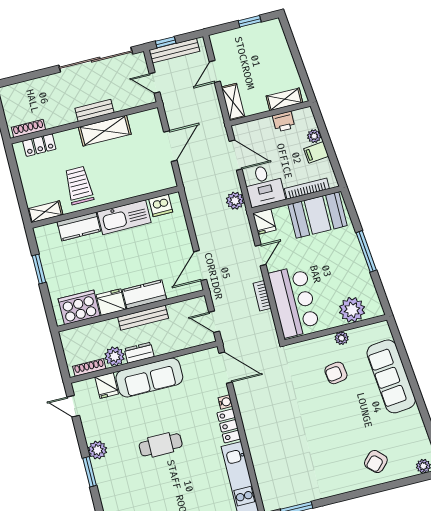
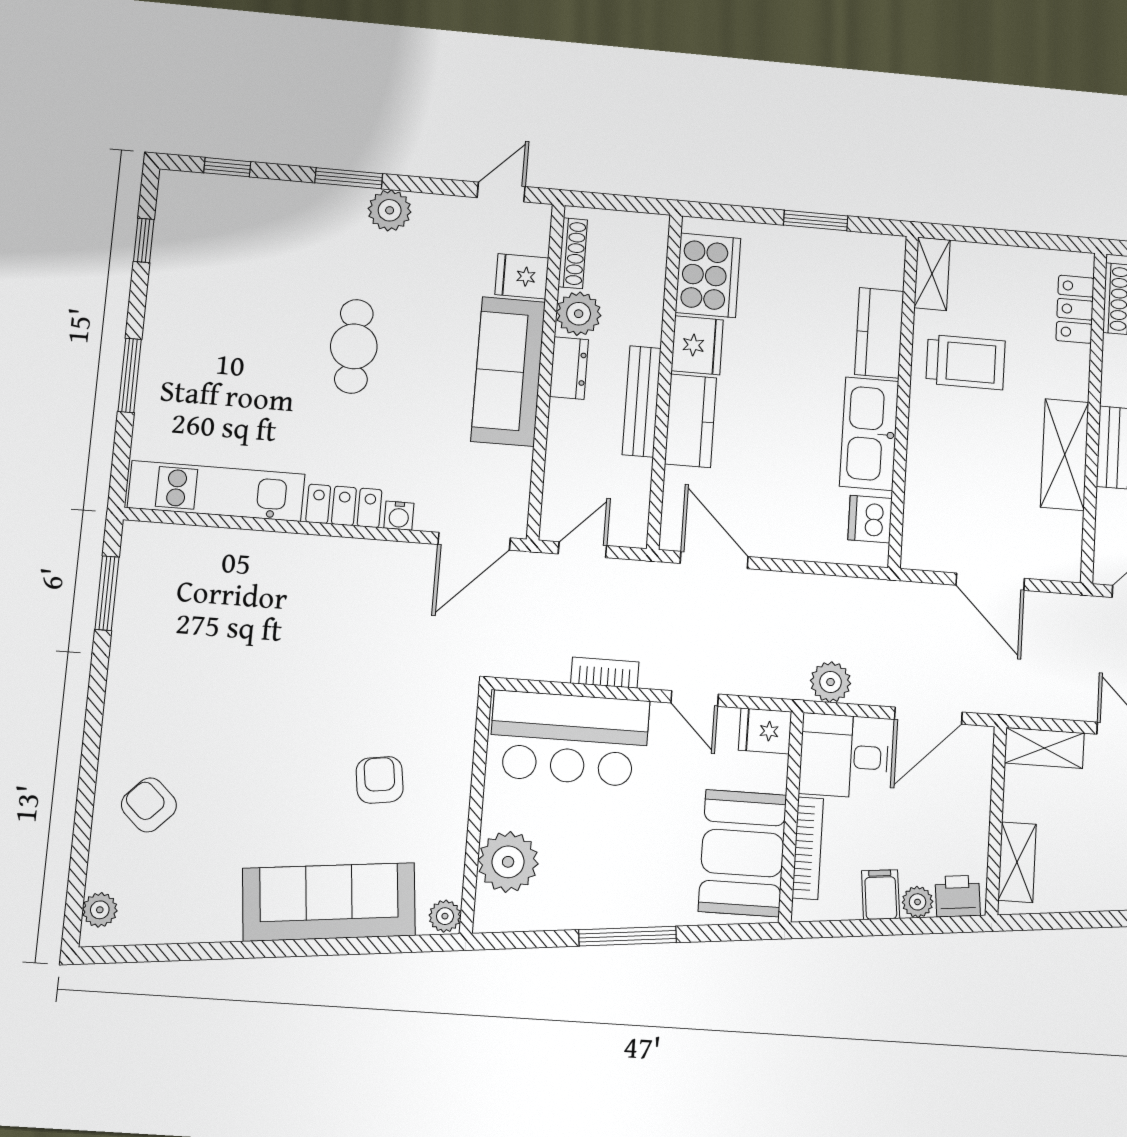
printer: (284, 122) -> (958, 896), moved, turned 84
plant: (342, 338) -> (445, 916), moved

